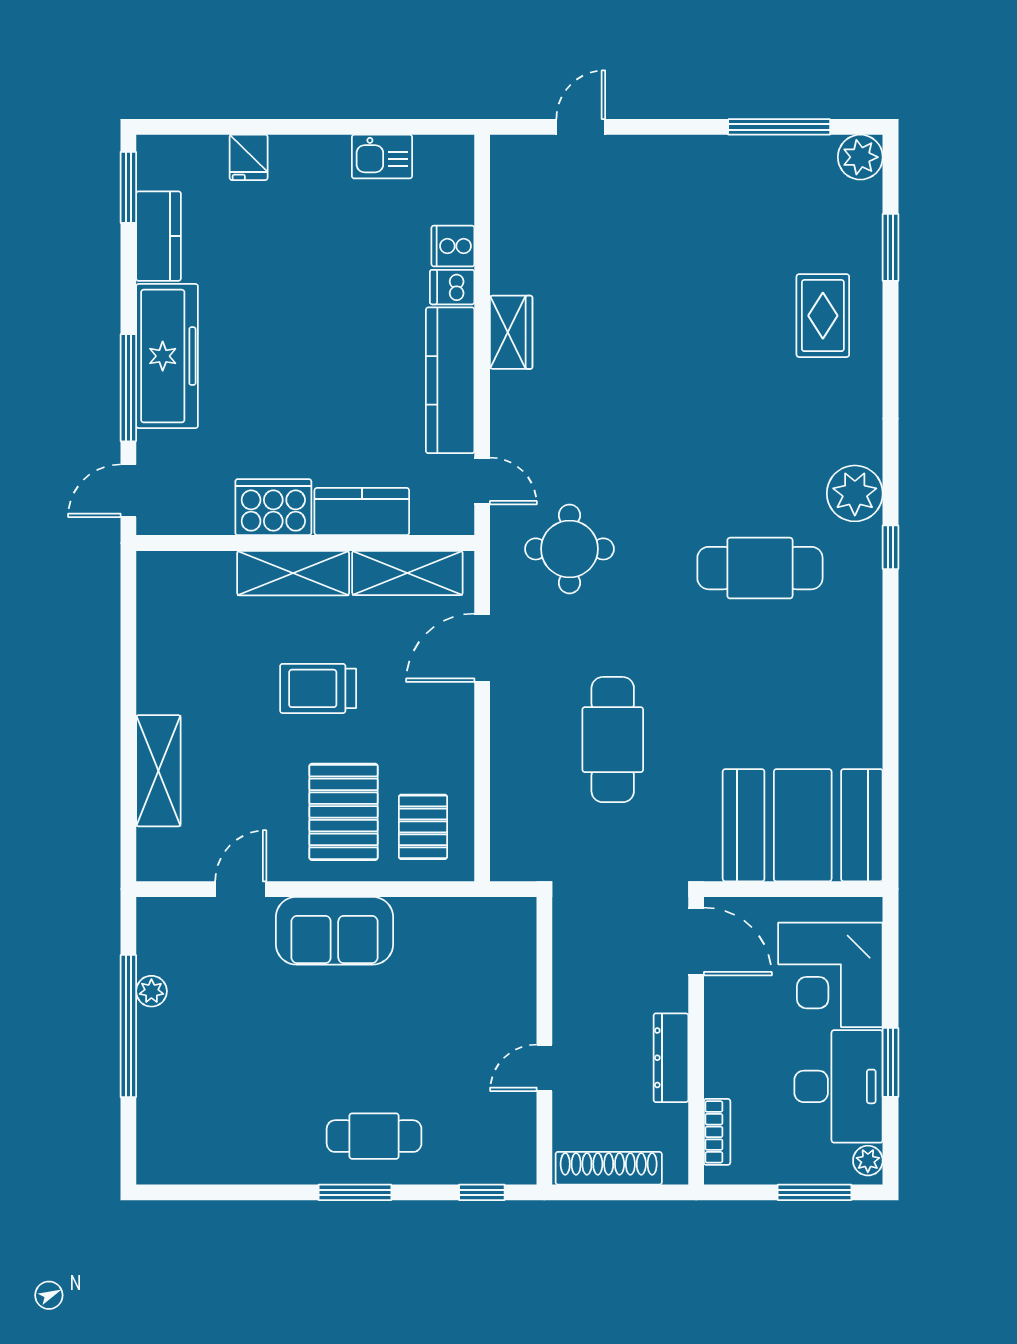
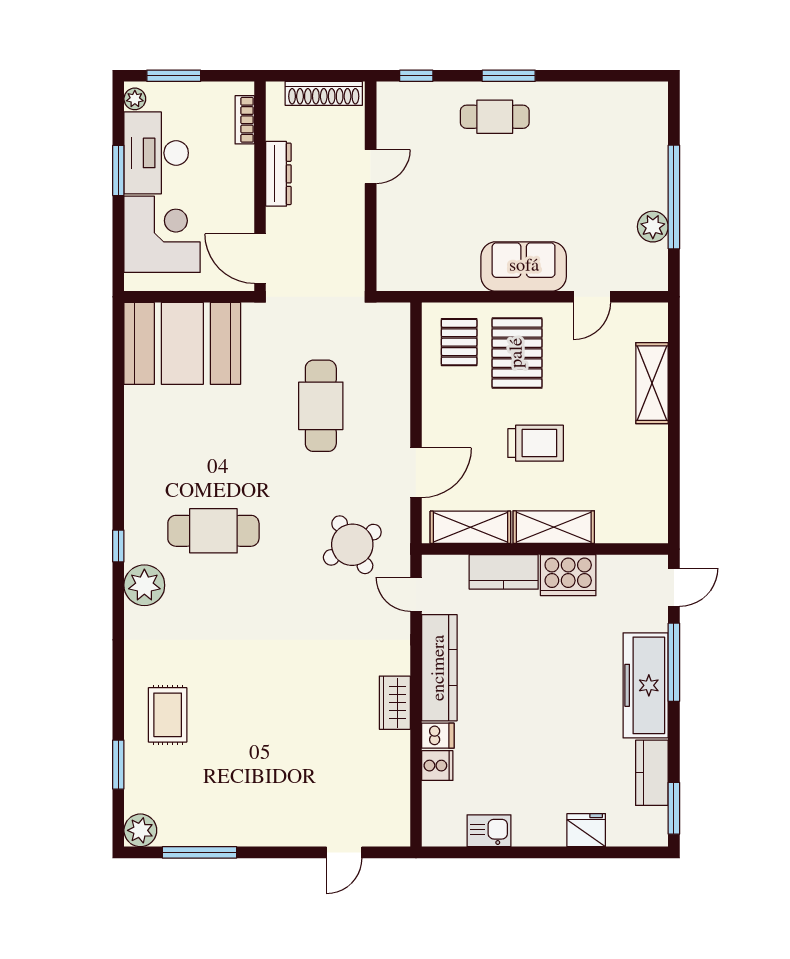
fridge: (249, 157) -> (586, 830), width x1.38
round table: (569, 549) -> (352, 545), turned -31
plant: (151, 991) -> (653, 227), width x1.38, depth x1.38

